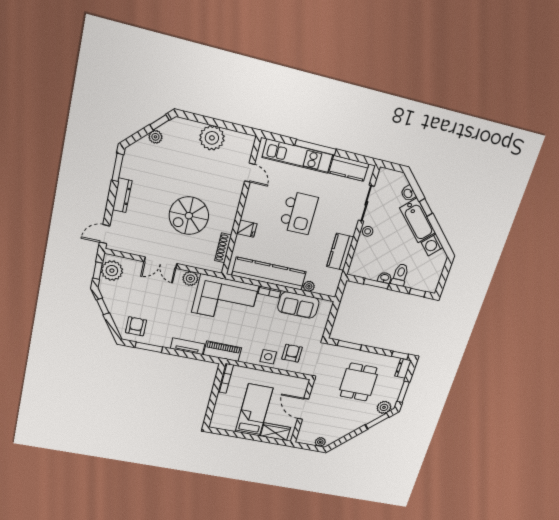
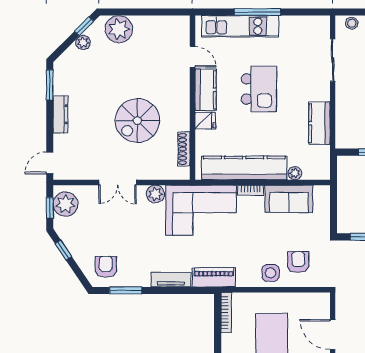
plant: (212, 138) -> (119, 29), moved
kitchen counter: (349, 168) -> (206, 90), moved, turned -90
stool: (368, 231) -> (352, 23), moved

